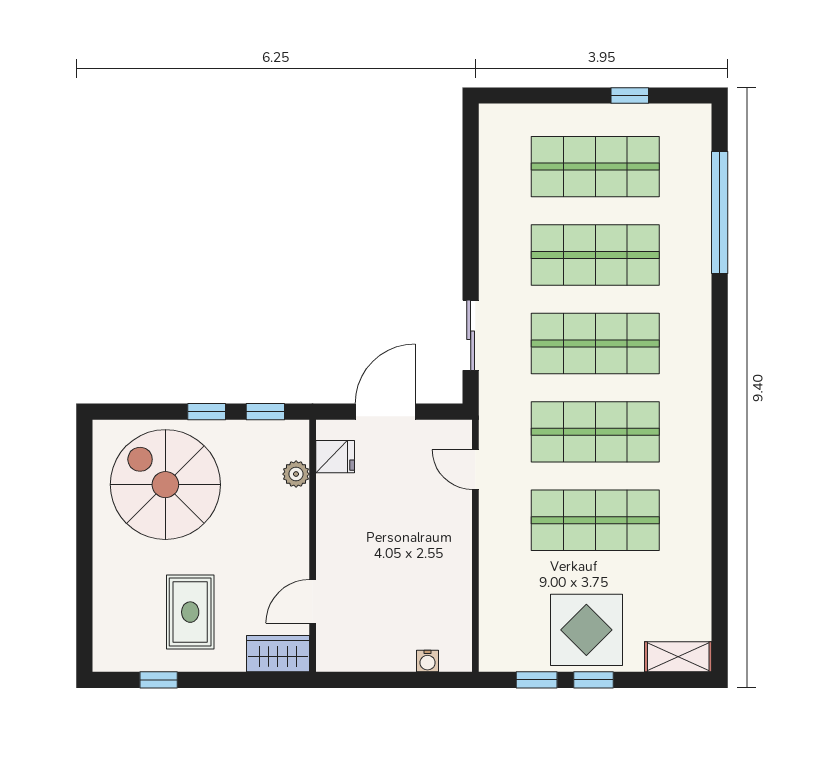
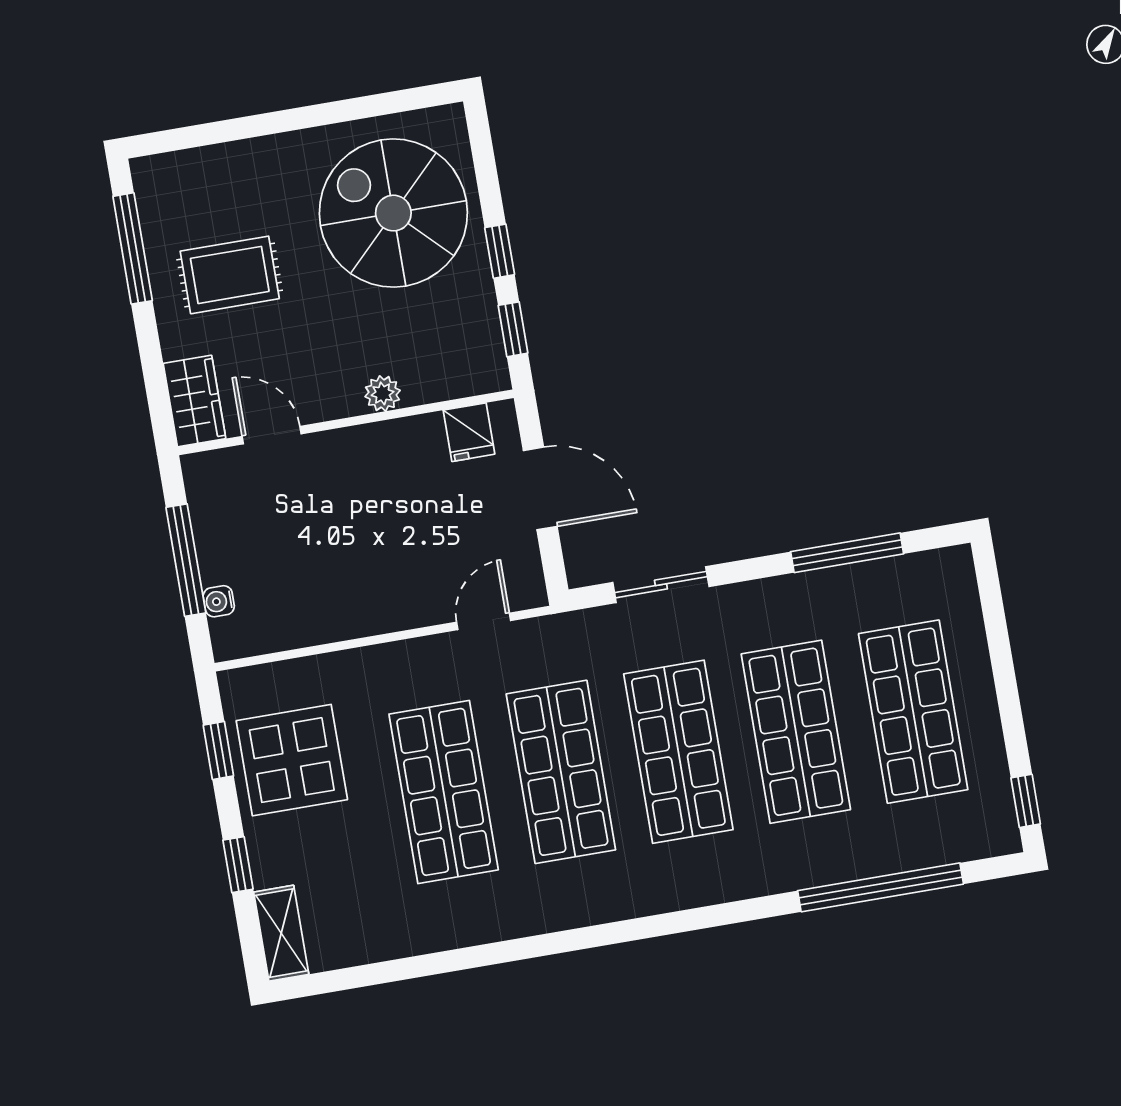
window: (630, 95) -> (1026, 801), moved
window: (471, 195) -> (847, 553), added
plant: (296, 474) -> (383, 393), moved
spiral stairs: (165, 485) -> (393, 213), turned -90
display table: (586, 630) -> (292, 760), moved
window: (159, 680) -> (133, 248), width x2.17
window: (393, 680) -> (186, 560), added
window: (594, 680) -> (238, 865), moved

